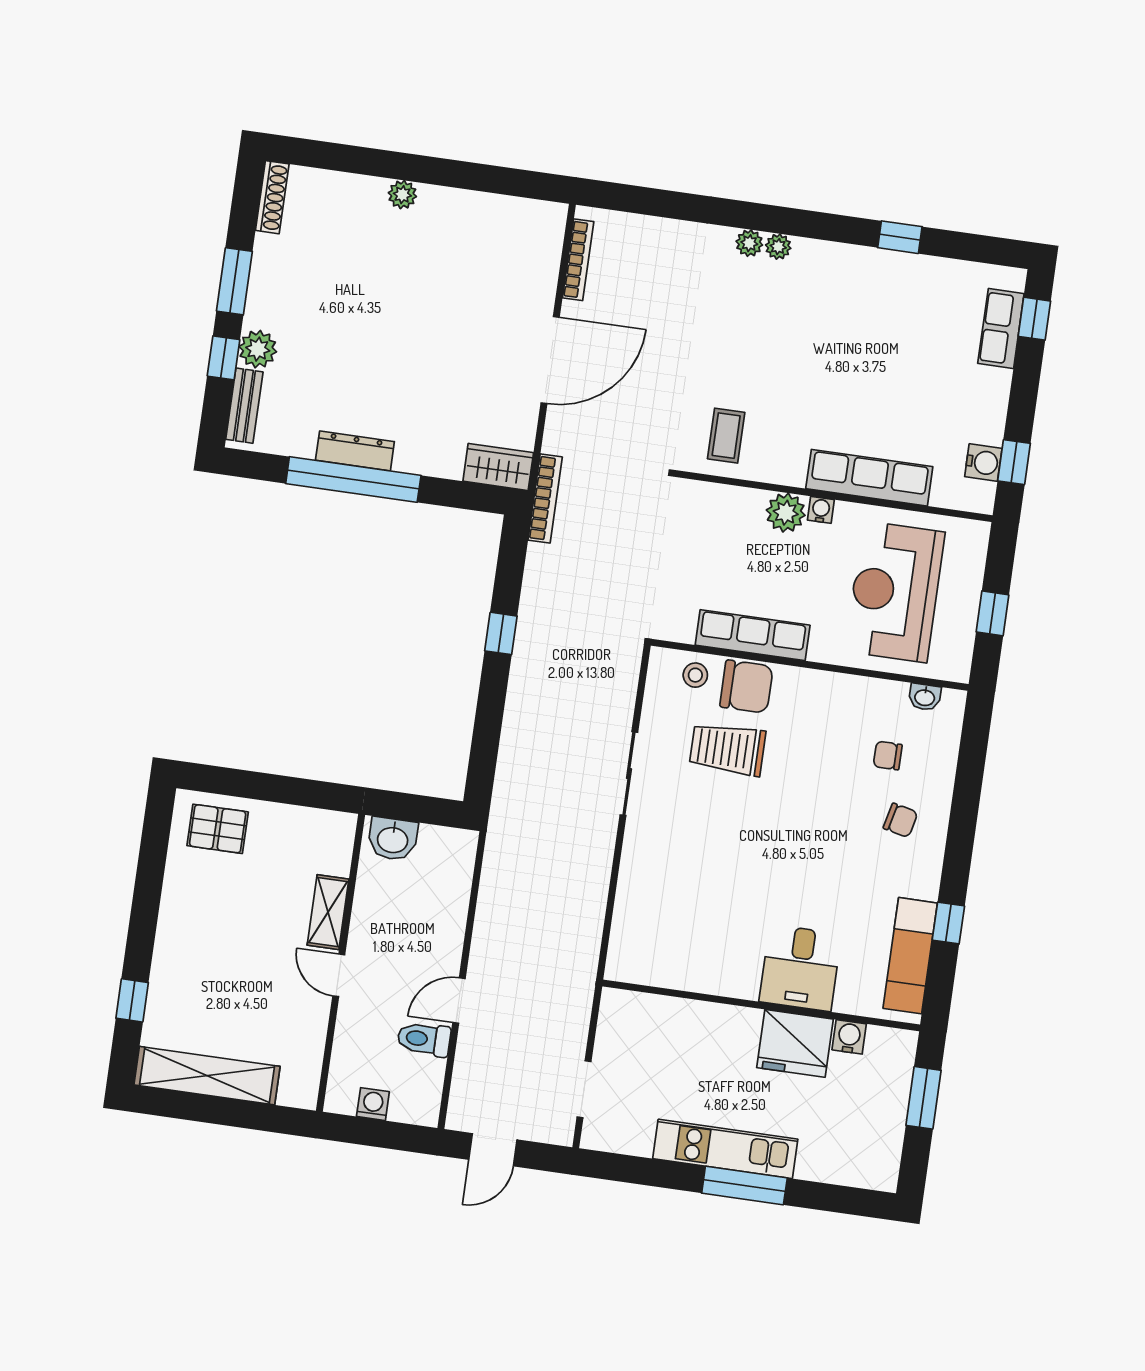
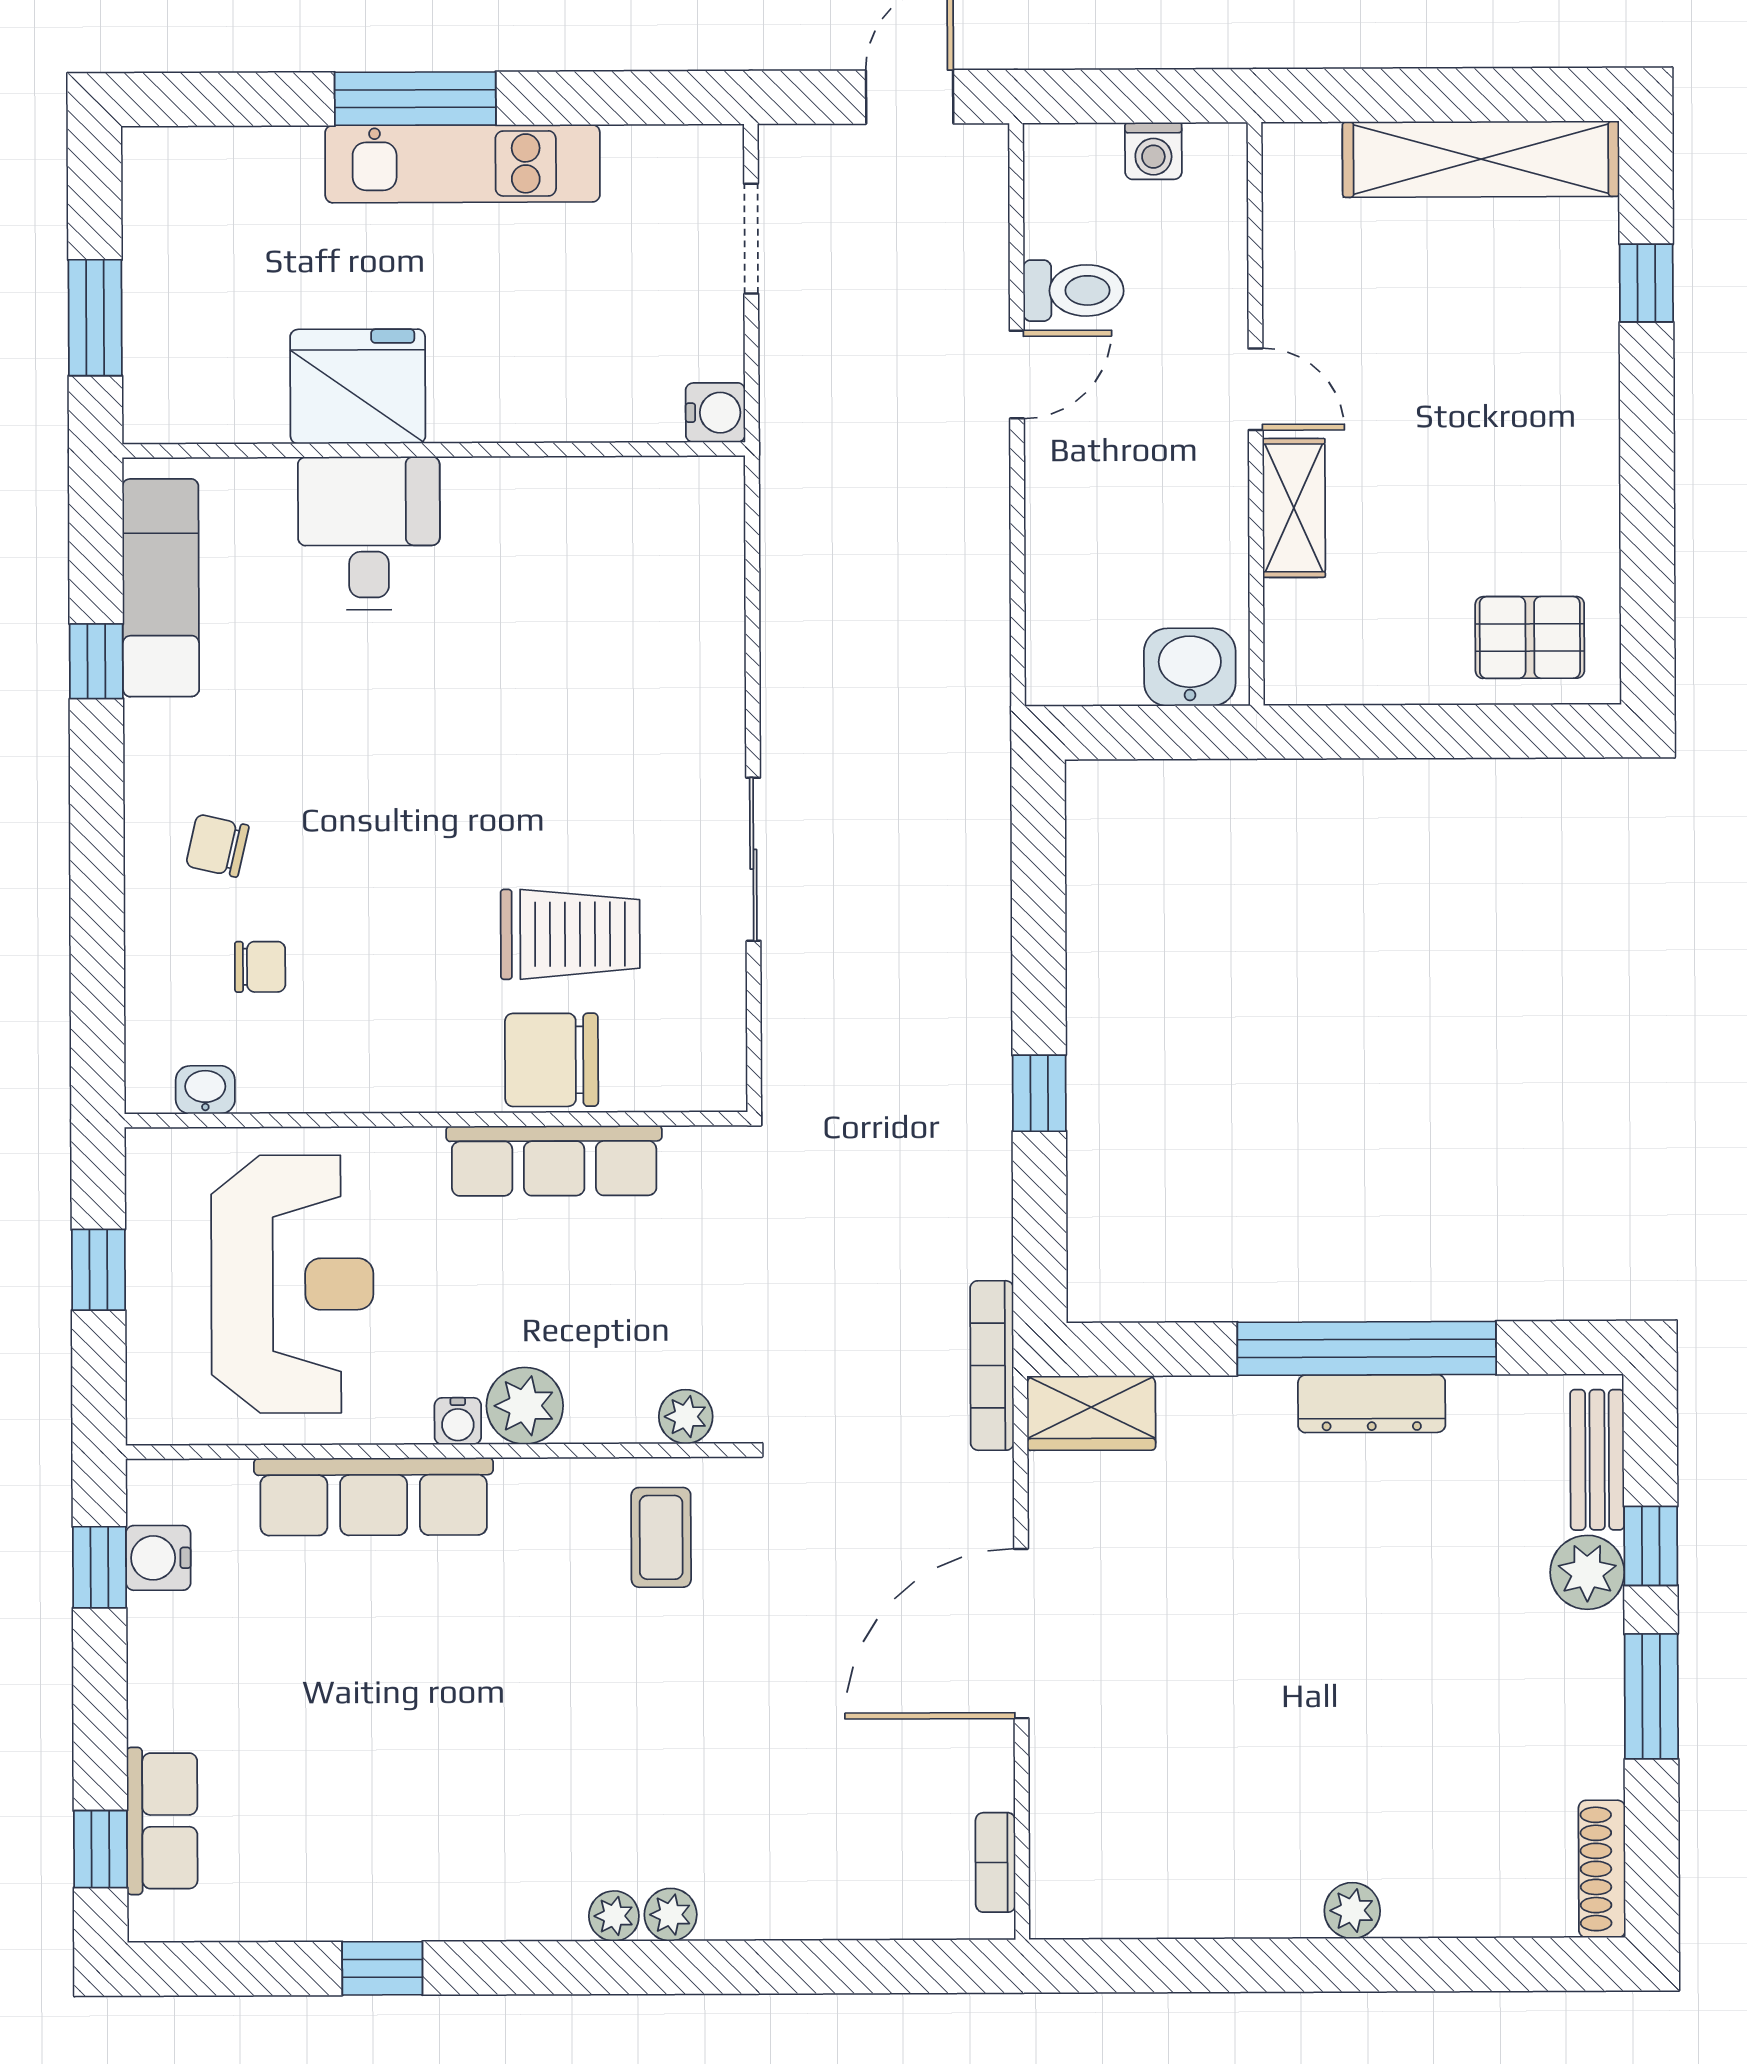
bookcase: (578, 260) -> (995, 1862), width x0.64
plant: (705, 495) -> (686, 1417), added
stool: (695, 675) -> (653, 1068), removed
water cooler: (849, 1037) -> (715, 413), moved, turned -90

